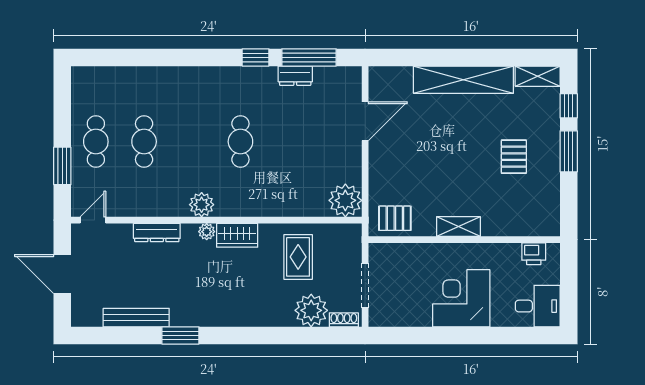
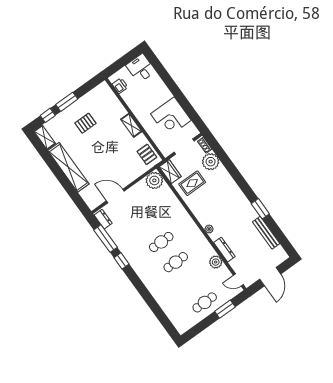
dresser: (295, 76) -> (103, 219), moved
cafe table: (144, 142) -> (176, 262), moved
plant: (202, 205) -> (216, 262), moved
wardrobe: (237, 235) -> (170, 172), moved
corner desk: (461, 298) -> (171, 117), moved

